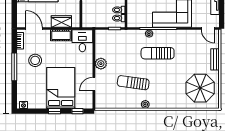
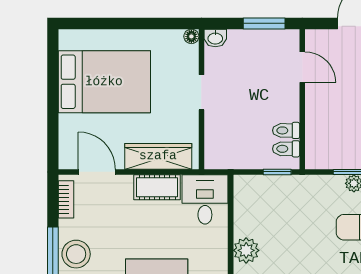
wardrobe: (61, 22) -> (158, 156), width x1.50
stool: (35, 60) -> (76, 254), moved

